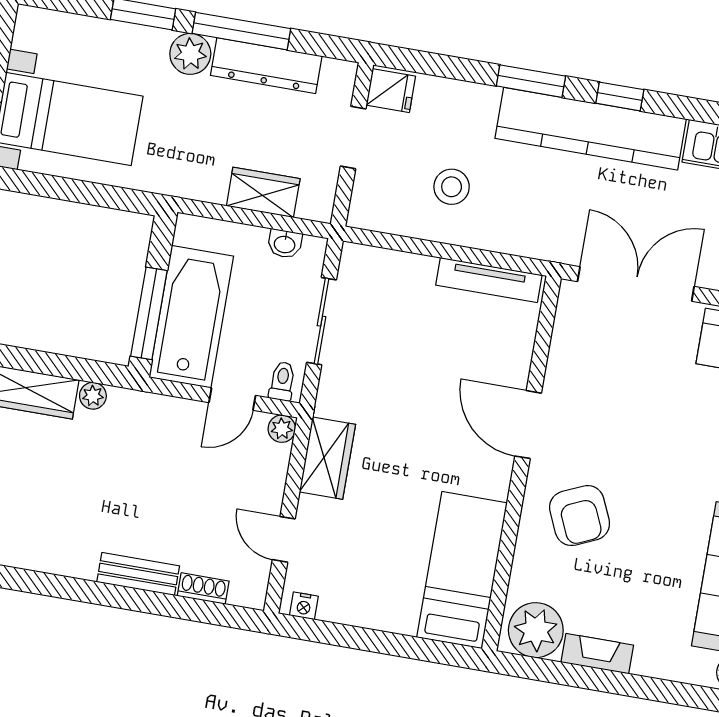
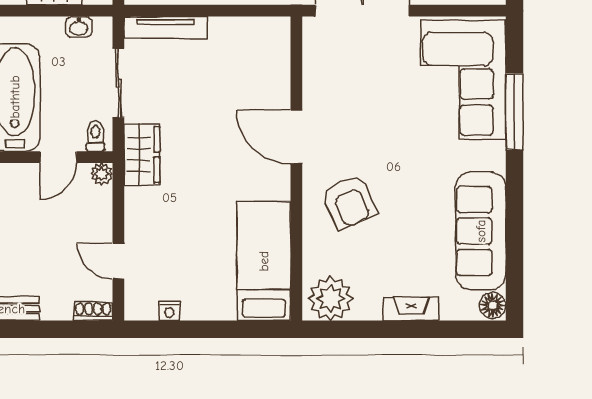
tv unit: (489, 280) -> (166, 28), moved
wardrobe: (327, 458) -> (142, 155), moved
shoe rack: (203, 589) -> (93, 311), moved
nightstand: (304, 606) -> (169, 311), moved
fireplace: (597, 654) -> (411, 309), moved

